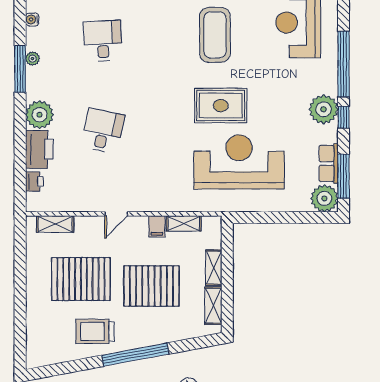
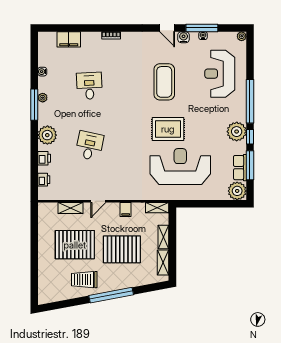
printer: (39, 149) -> (44, 158), width x0.53, depth x0.68
window: (344, 176) -> (250, 165), moved
shelving: (184, 223) -> (157, 208), moved
shelving: (55, 224) -> (70, 208), moved

